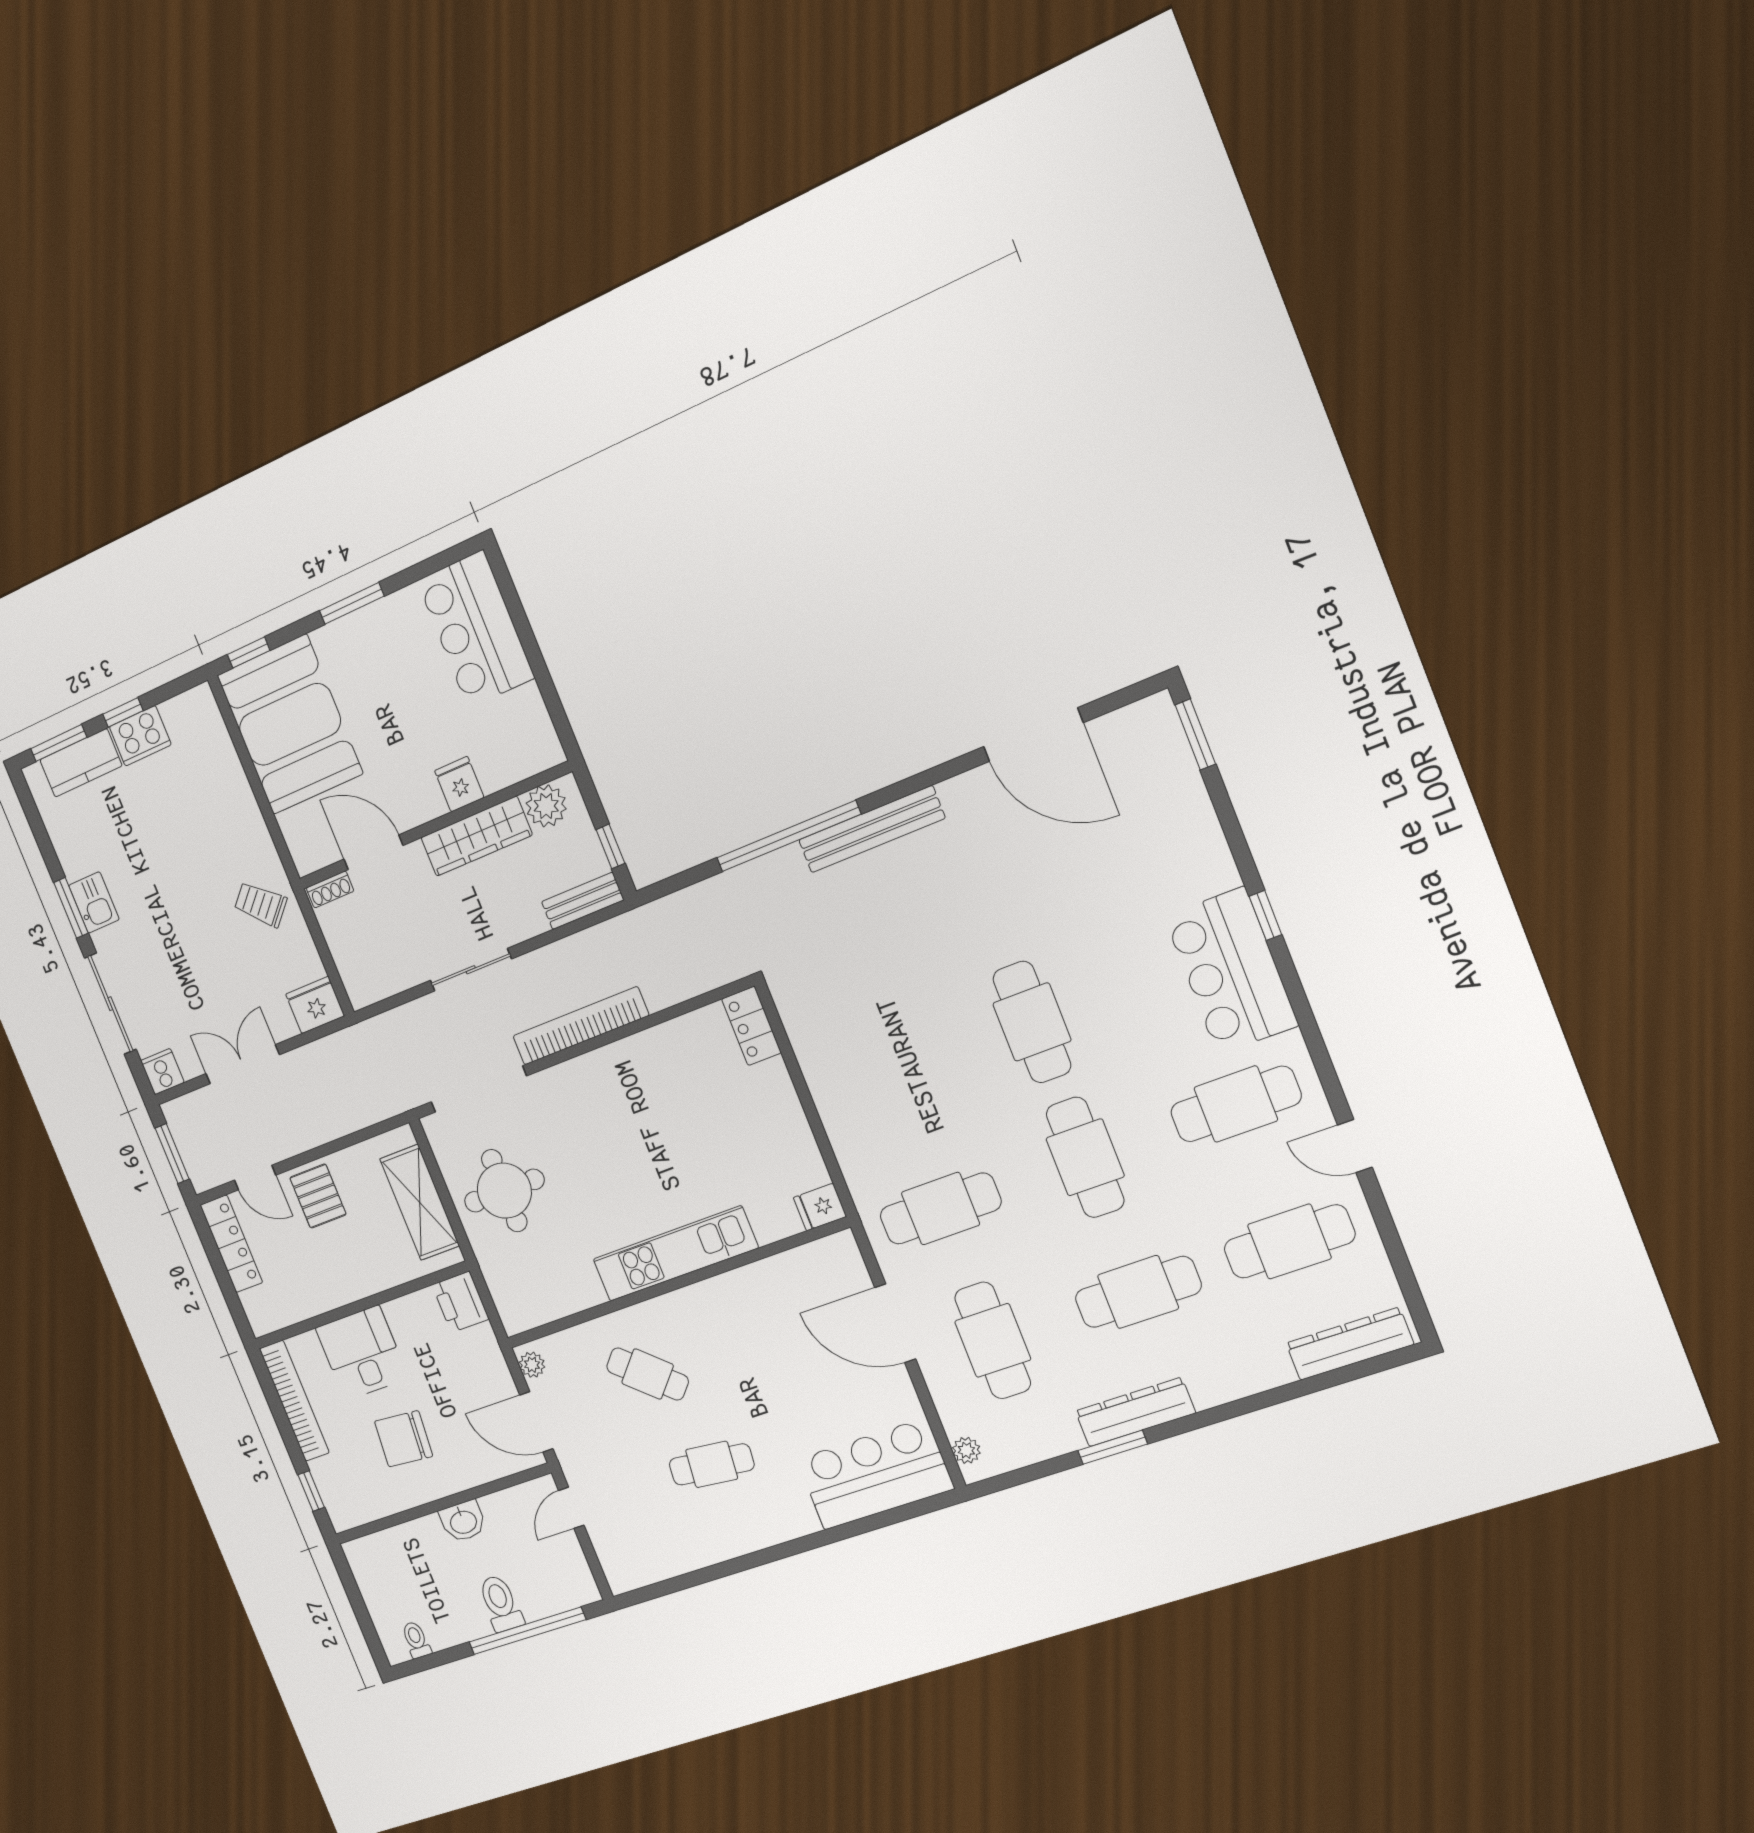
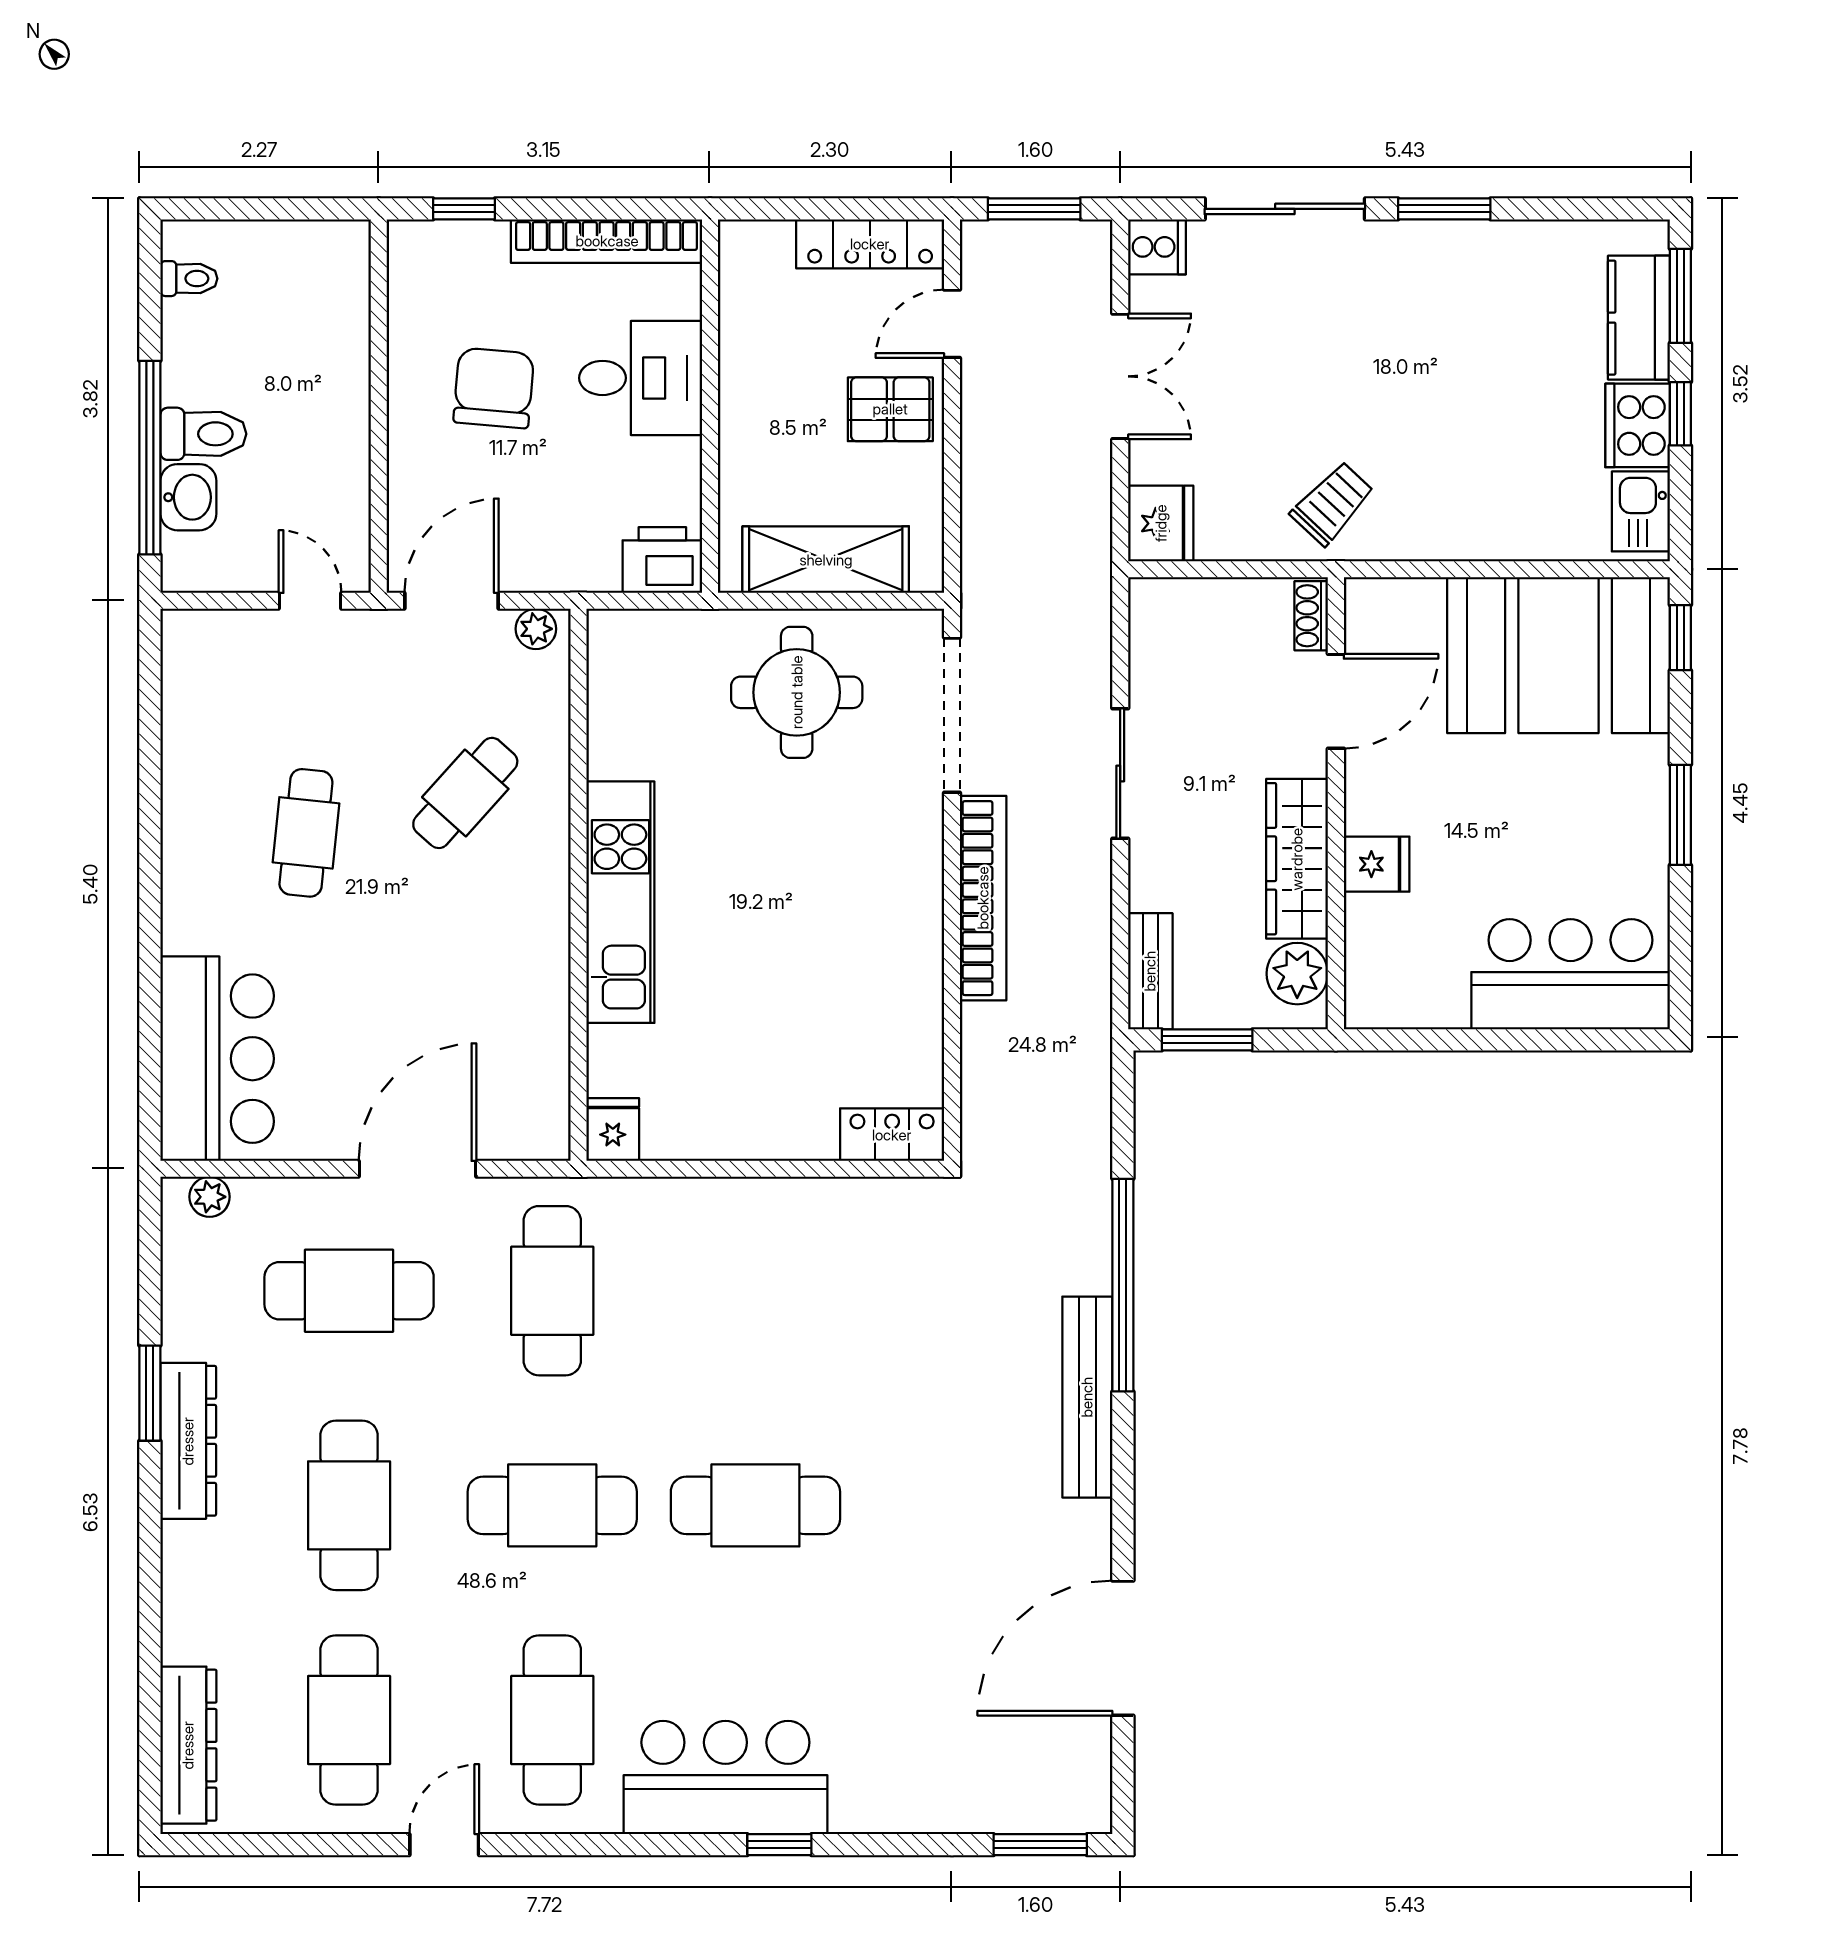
window: (610, 847) -> (1207, 1040), width x1.50
kitchen sink: (94, 902) -> (1641, 511), moved, turned 90
washbasin: (463, 1521) -> (188, 497), moved, turned 180

